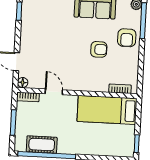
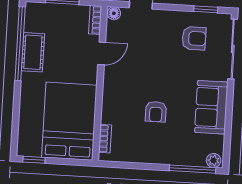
armchair: (127, 38) -> (194, 38), moved, turned 180
bed: (107, 110) -> (69, 121), width x1.50
cot: (42, 145) -> (33, 52), moved

